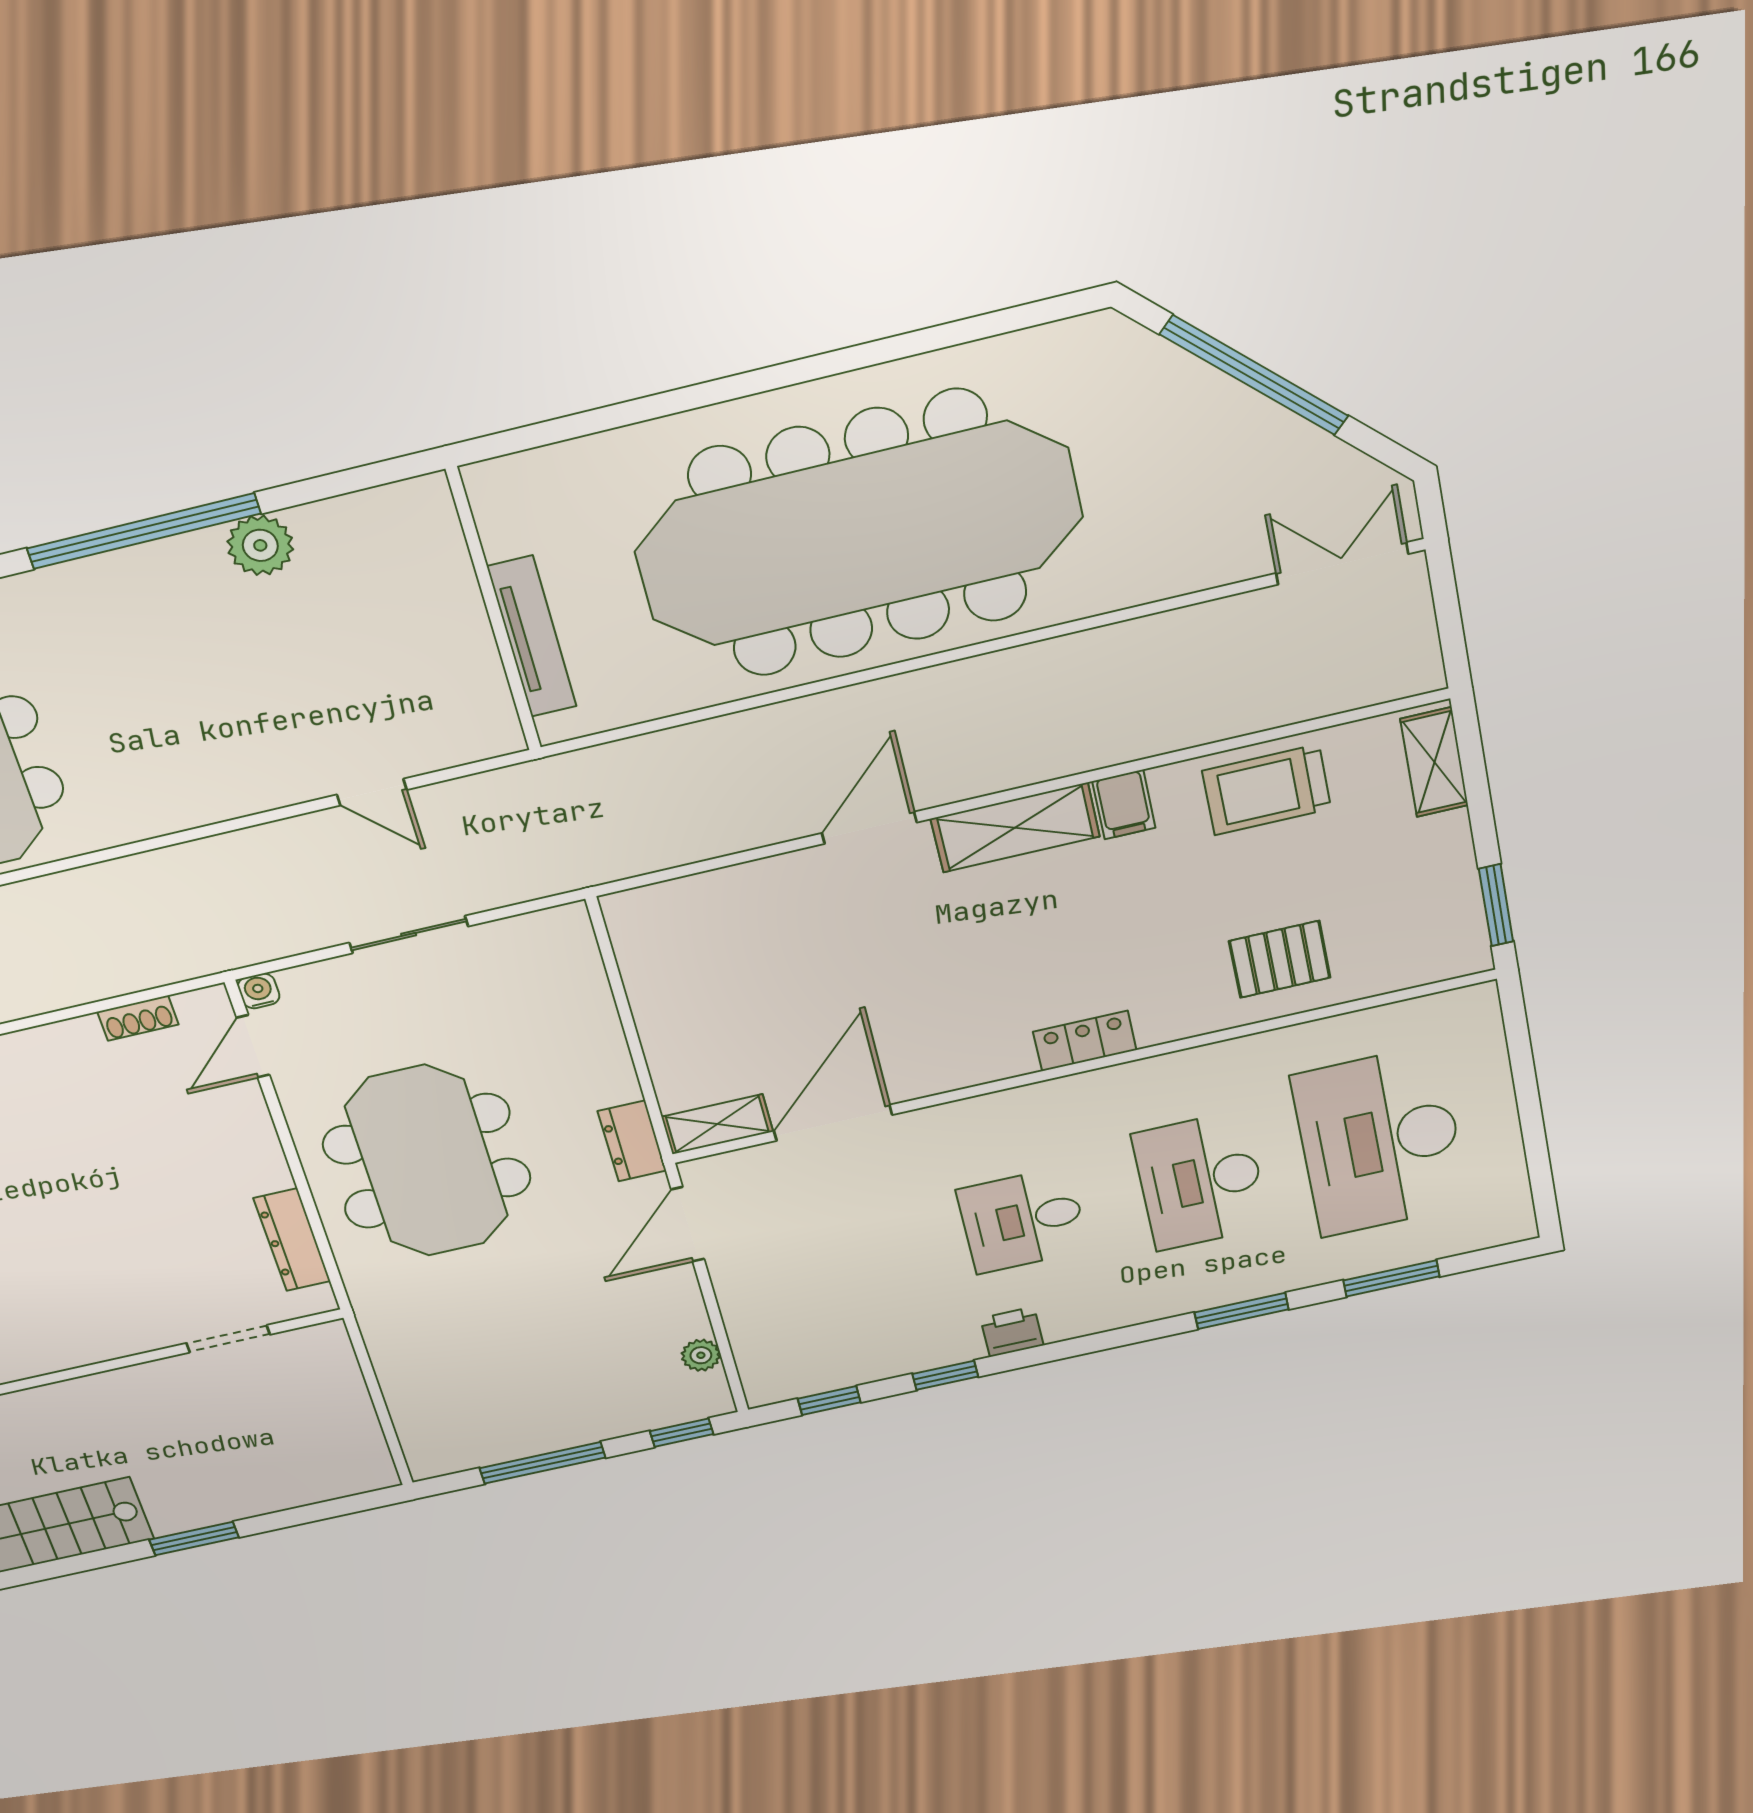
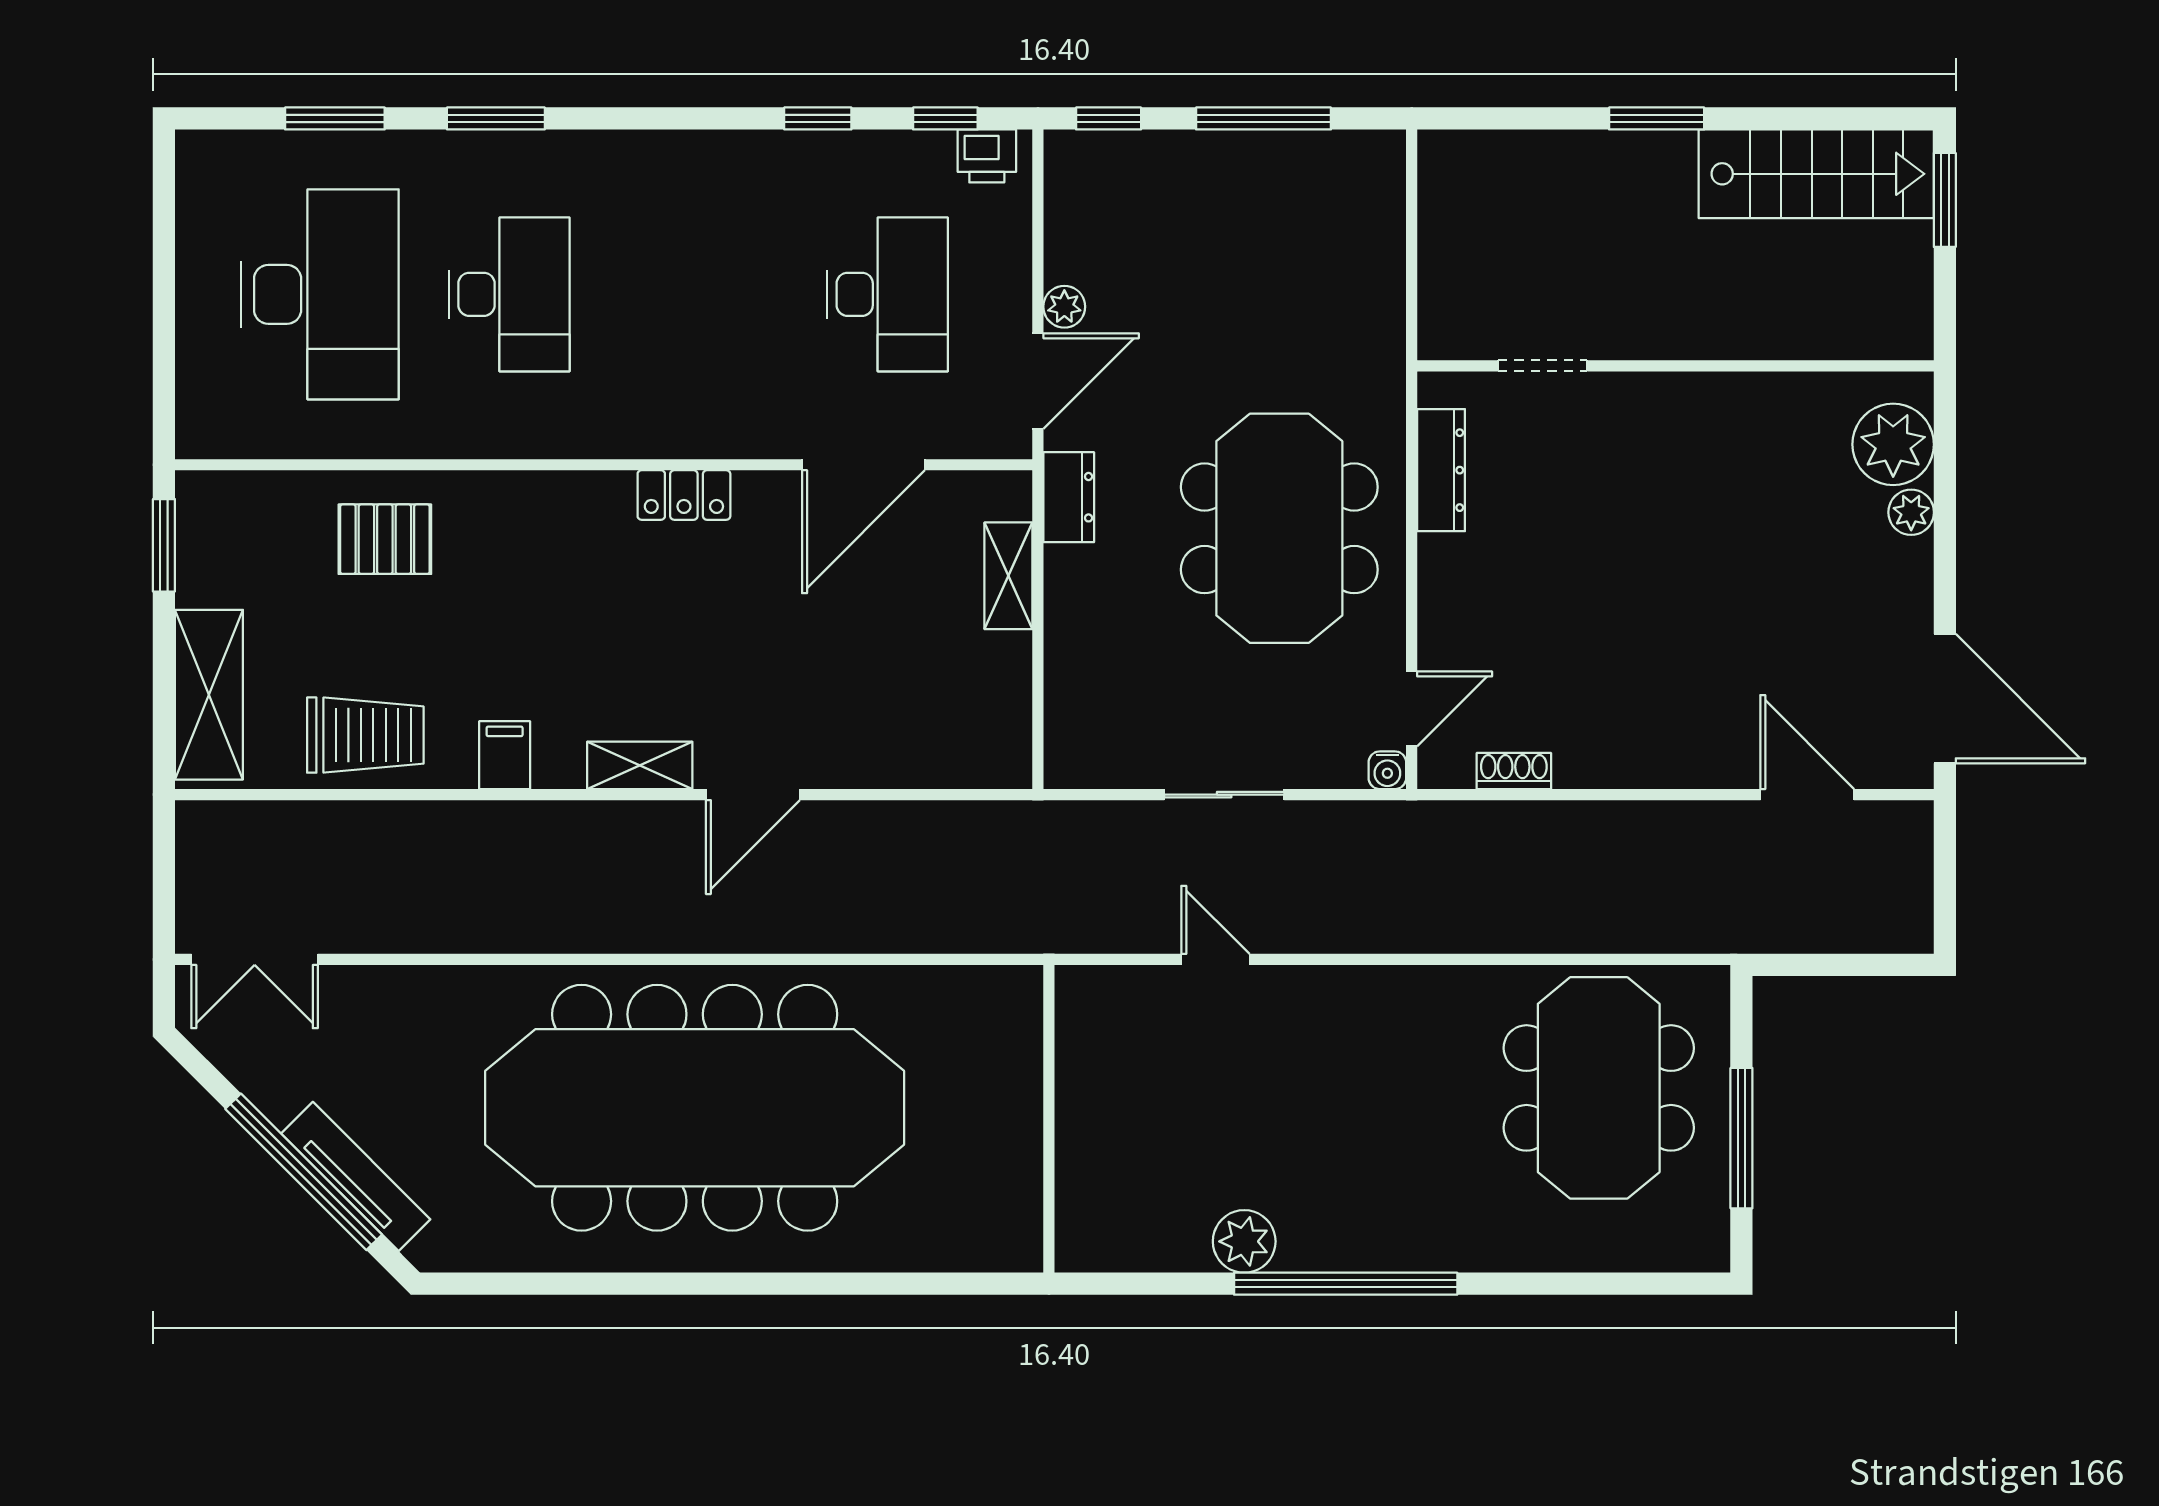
tv unit: (532, 637) -> (356, 1176), moved, turned 135
shelving: (1434, 762) -> (209, 695), width x1.50, depth x1.33
shelving: (1015, 828) -> (640, 765), width x0.67, depth x0.75
locker: (1085, 1041) -> (684, 495), moved
shelving: (717, 1124) -> (1008, 576), moved, turned 90
desk: (1023, 1220) -> (887, 294), moved, width x1.37
printer: (1012, 1332) -> (987, 156), moved
plant: (701, 1355) -> (1064, 307), moved

